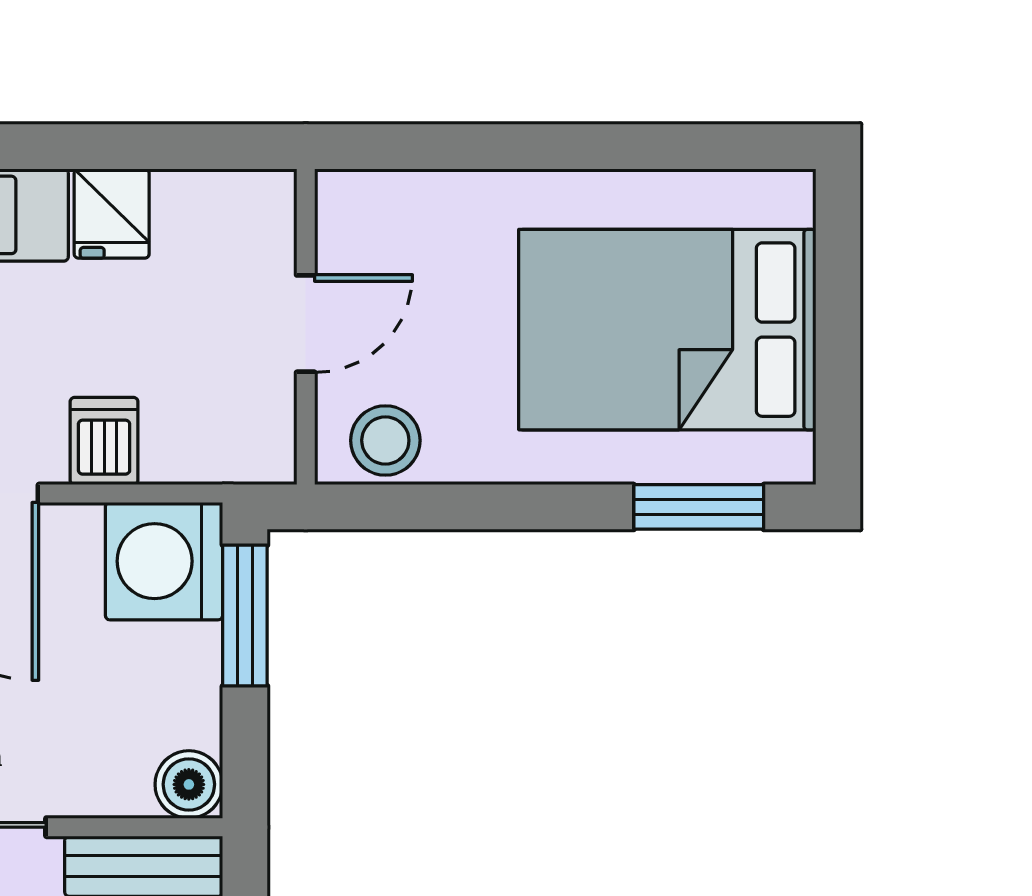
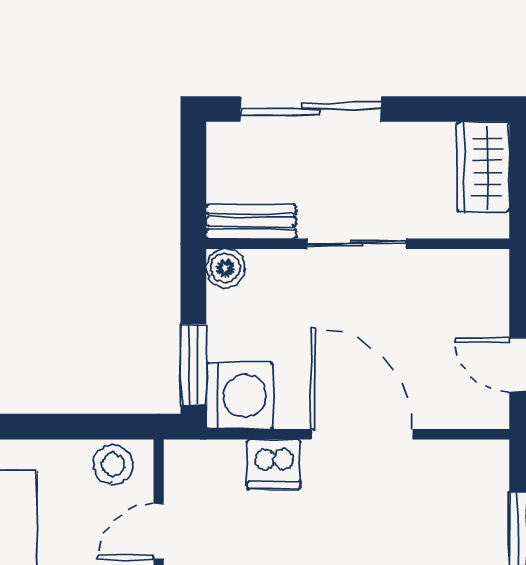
dishwasher: (104, 441) -> (274, 464), width x1.38

